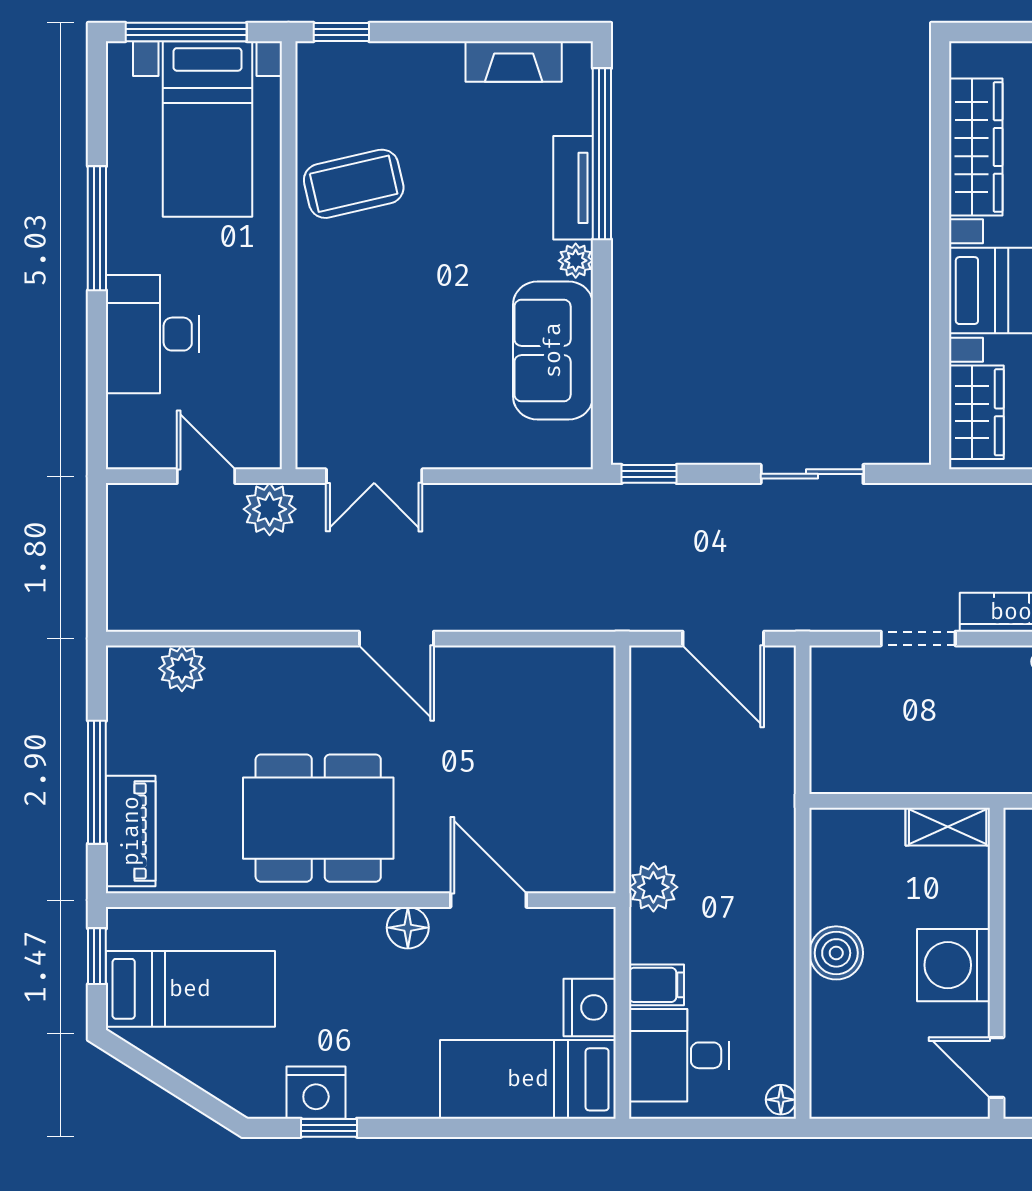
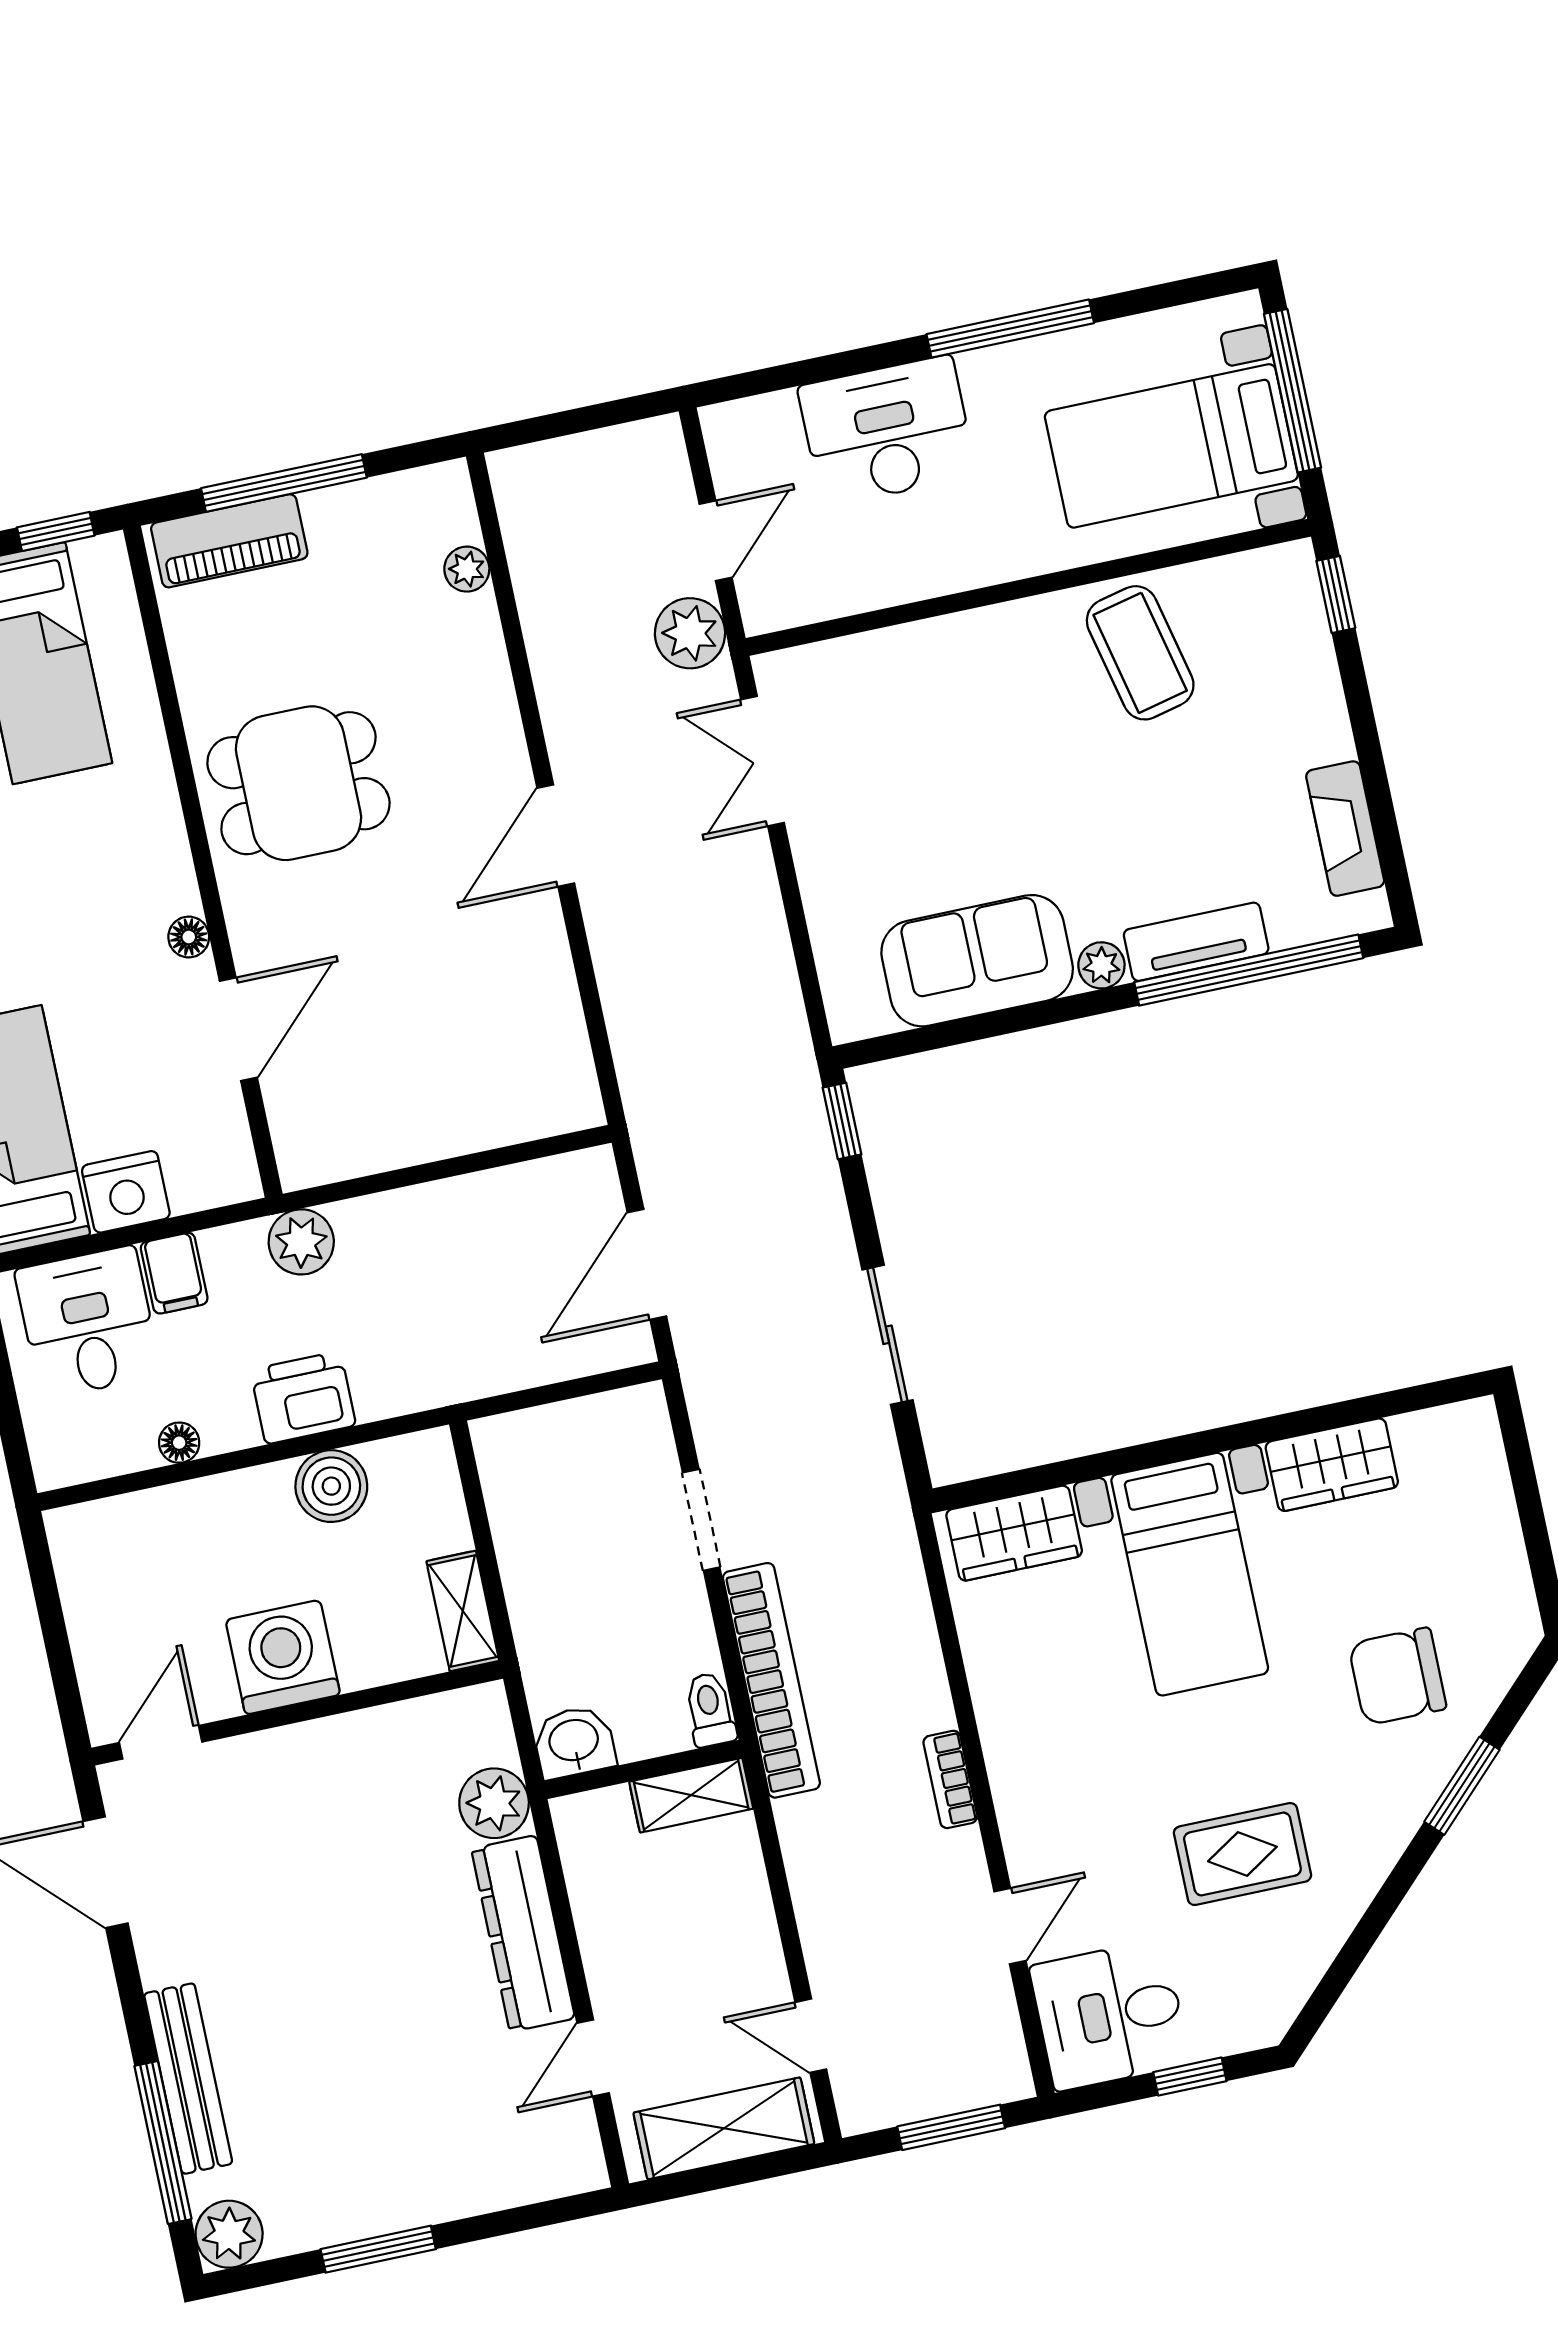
wardrobe: (976, 147) -> (1332, 1465), width x0.67
plant: (182, 668) -> (467, 569), width x0.73, depth x0.73
dining table: (318, 818) -> (298, 783), width x0.73
printer: (767, 910) -> (303, 1398), added
floor lamp: (408, 928) -> (189, 937), width x0.73, depth x0.73
boiler: (836, 953) -> (331, 1486), moved
floor lamp: (781, 1100) -> (179, 1443), moved

